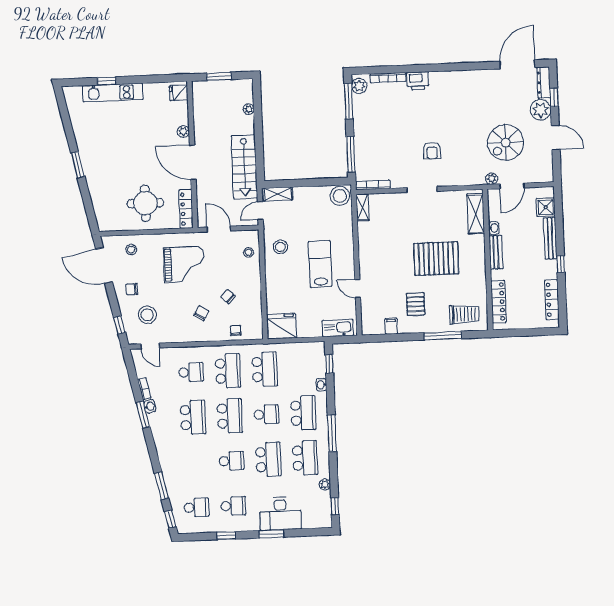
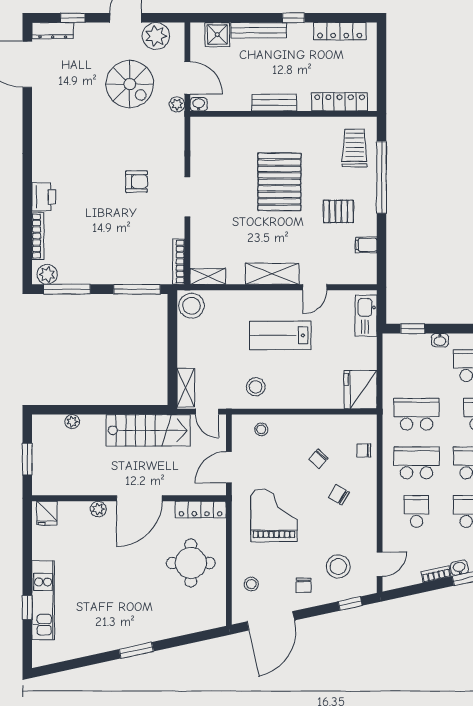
plant: (541, 110) -> (156, 36), moved
shelving: (476, 214) -> (272, 274), moved
washbasin: (494, 228) -> (199, 104), moved
window: (443, 336) -> (382, 177), width x1.46

